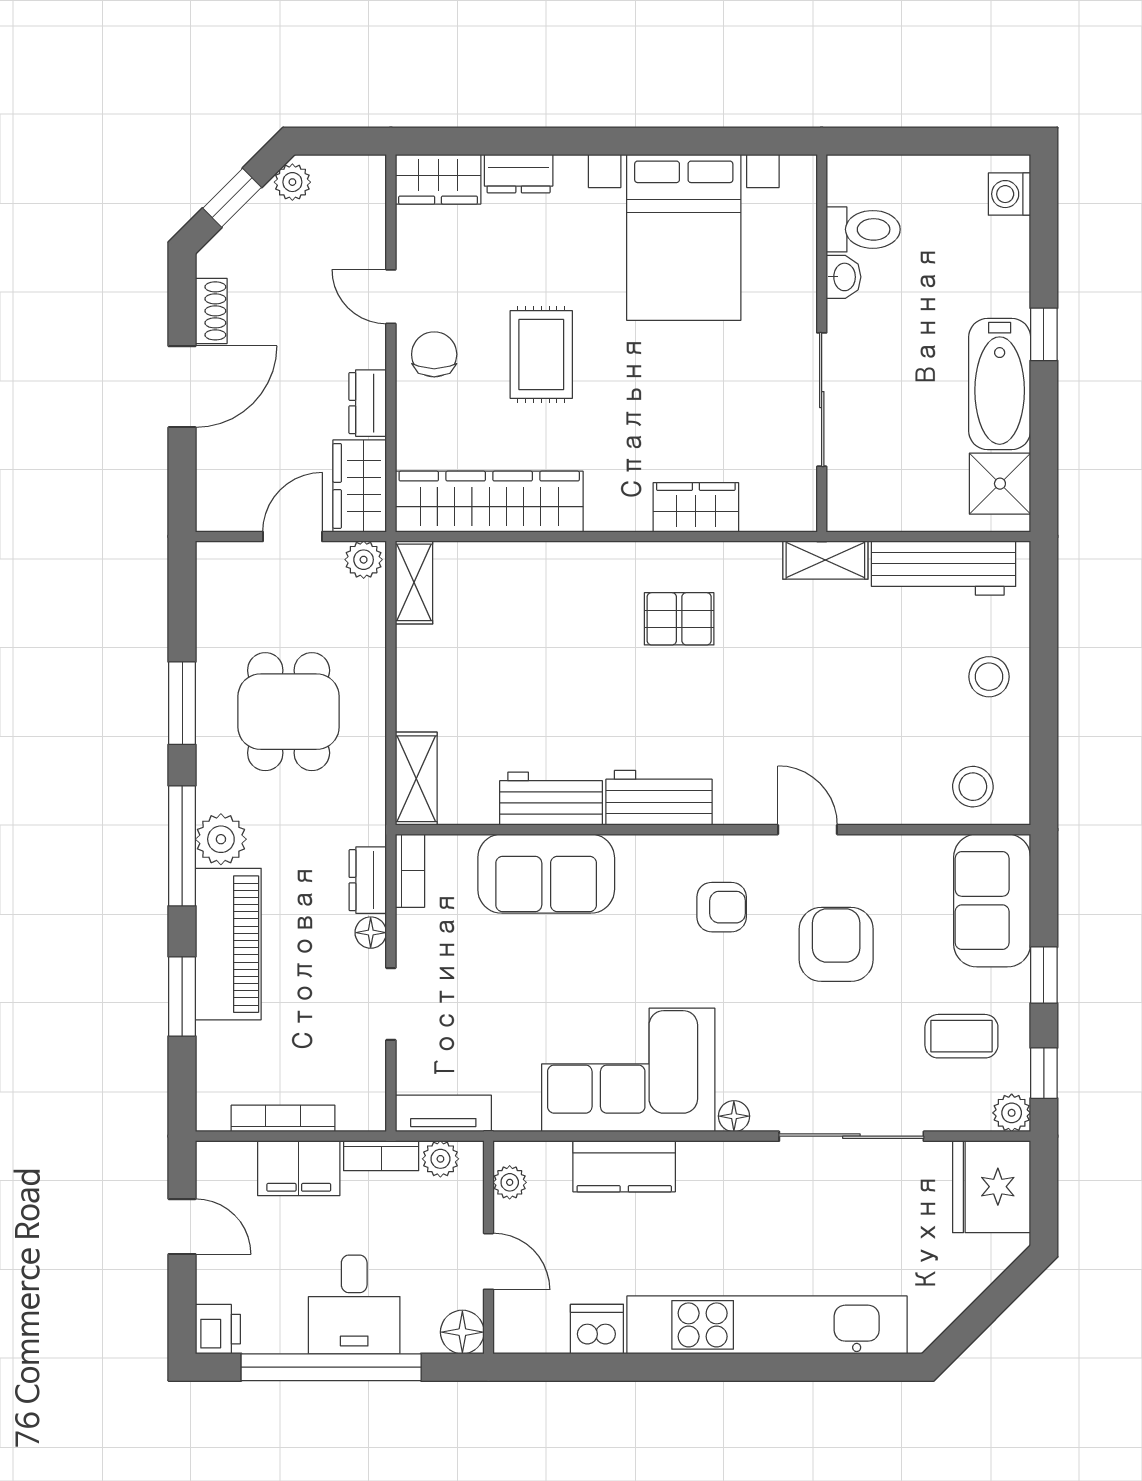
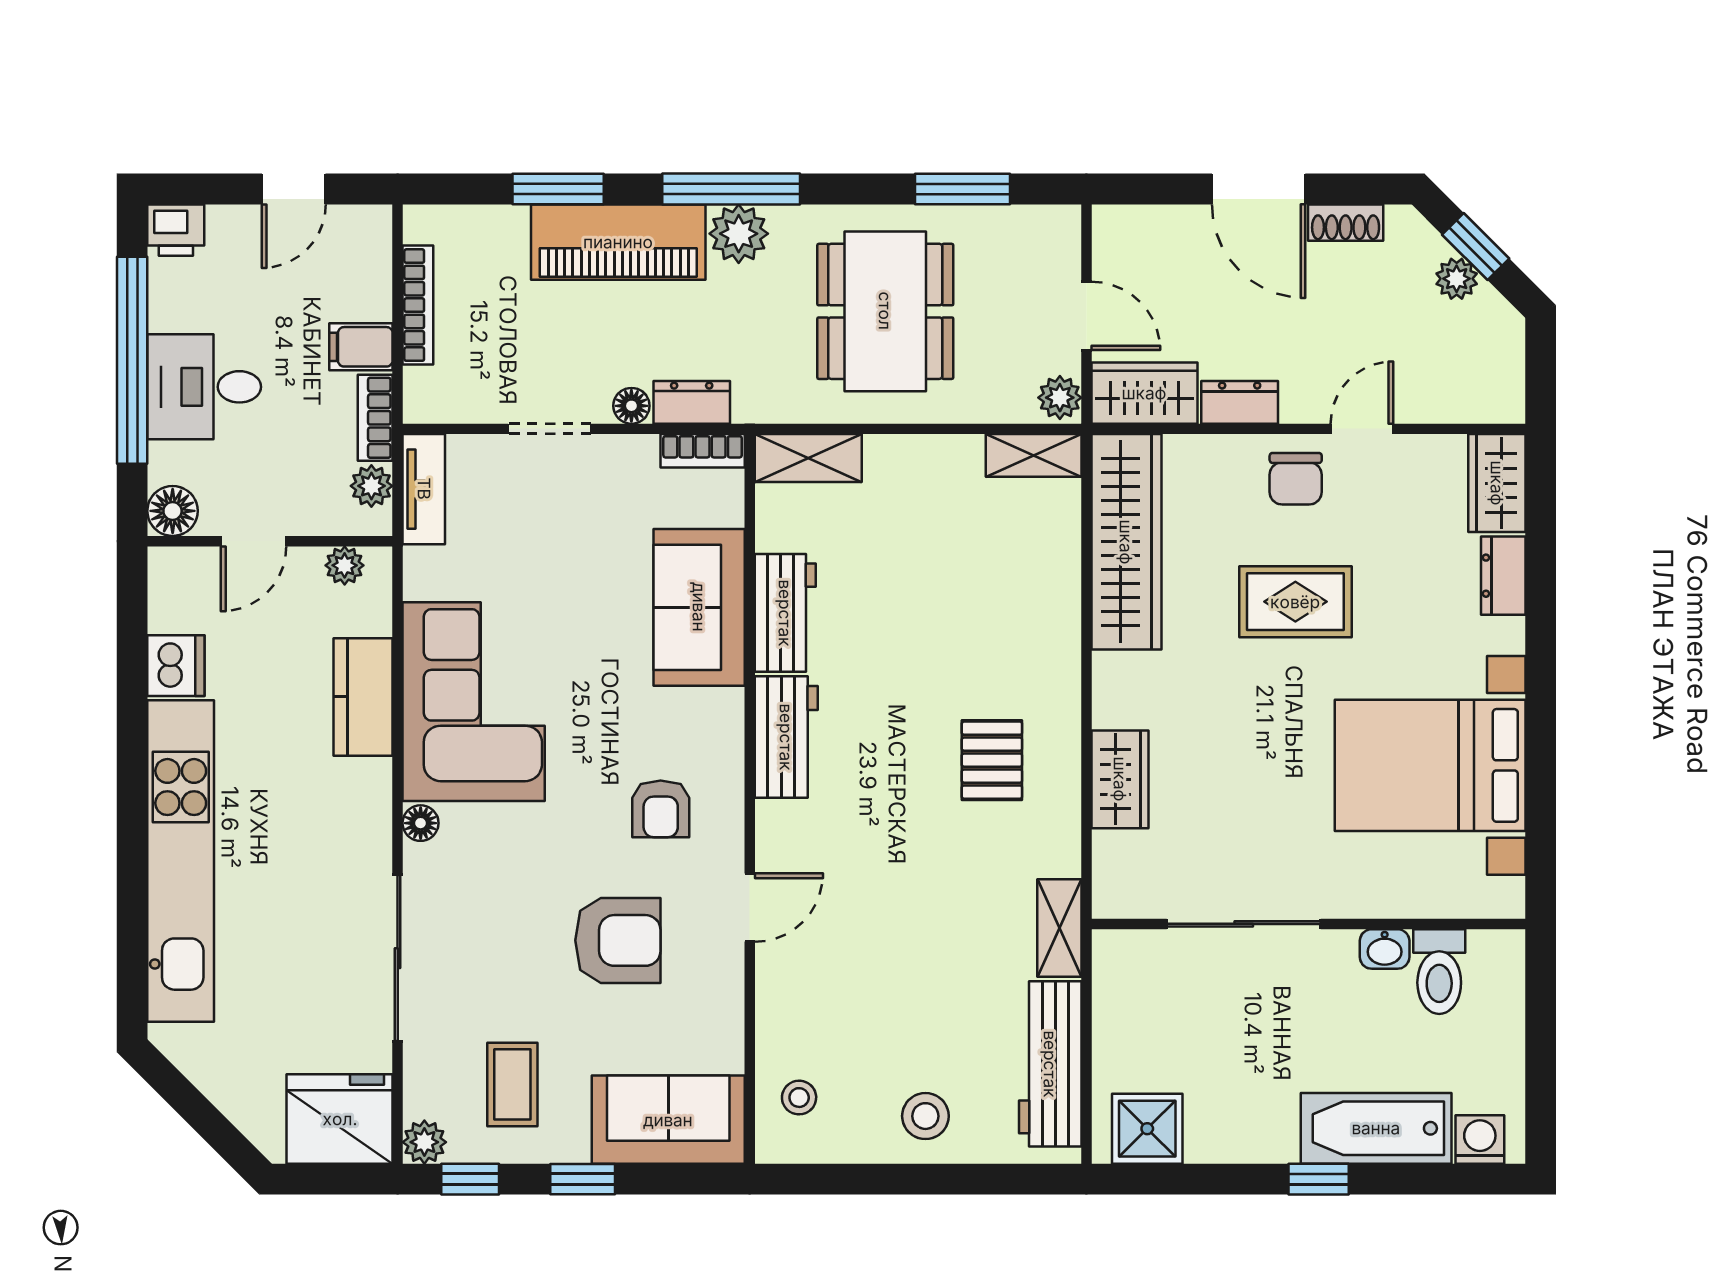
plant: (292, 182) -> (1457, 279), moved
chair: (434, 354) -> (1296, 479), turned 90
bathtub: (1000, 384) -> (1376, 1128), moved
window: (182, 703) -> (962, 189), moved
dining table: (289, 712) -> (885, 311), width x1.38
stool: (973, 787) -> (799, 1098), width x0.73, depth x0.73
filing cabinet: (299, 1168) -> (361, 347), width x0.50

